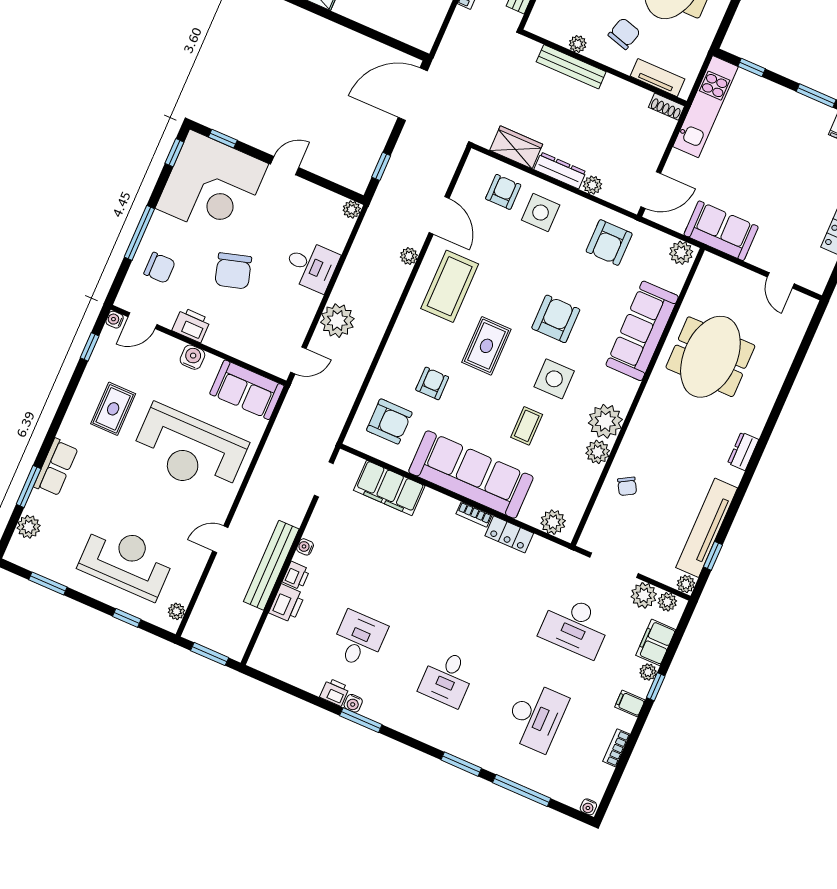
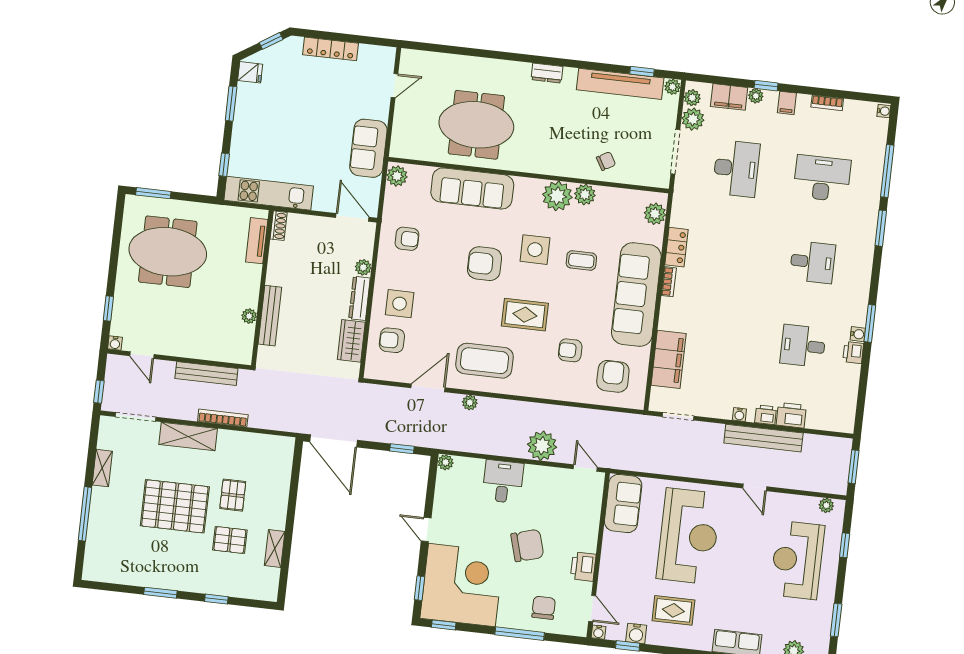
chair: (624, 34) -> (229, 280), removed
armchair: (609, 243) -> (407, 239), width x0.72, depth x0.72
water cooler: (192, 357) -> (636, 633), moved, turned -90

